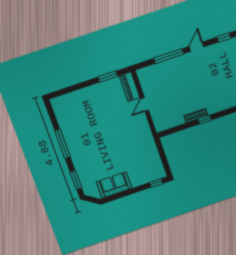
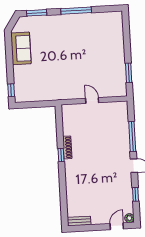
piano: (130, 87) -> (113, 91), removed

